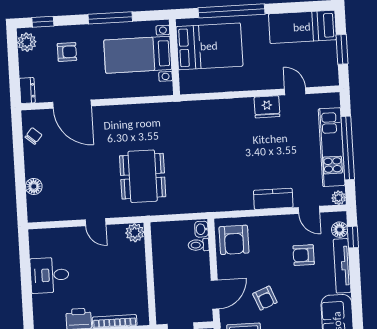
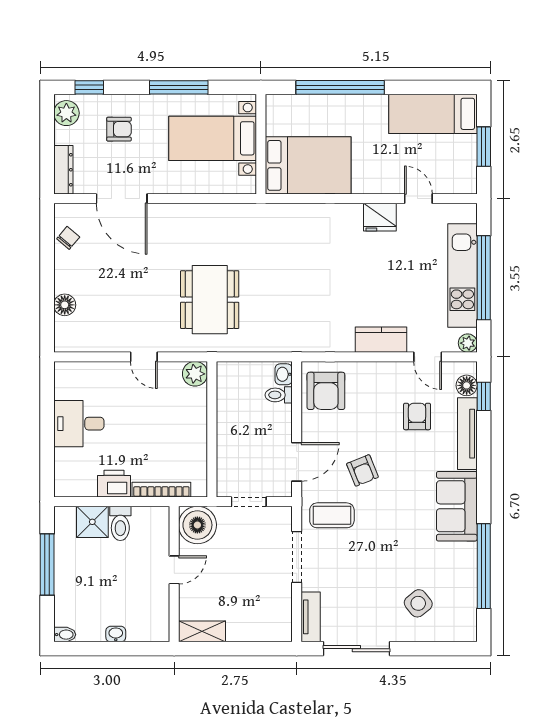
bed: (209, 46) -> (308, 165), moved
dresser: (27, 91) -> (63, 170), width x1.44
armchair: (304, 255) -> (417, 416), turned 90

